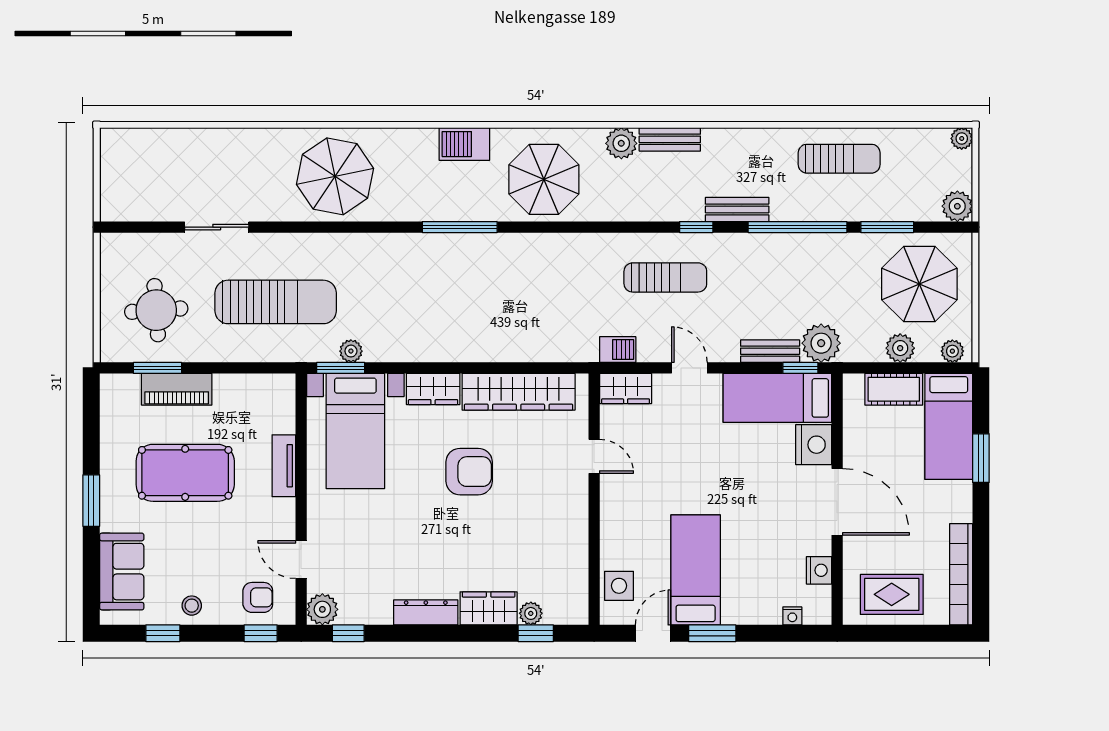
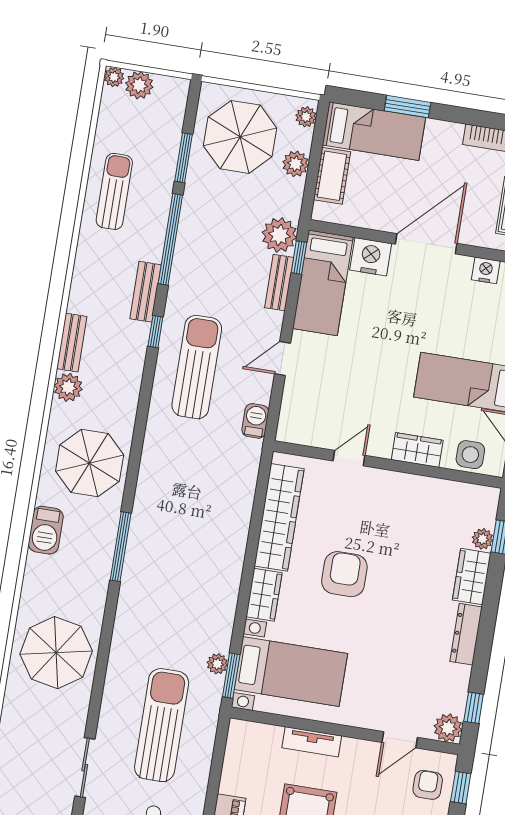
plant: (957, 206) -> (139, 85), moved
sun lounger: (665, 277) -> (197, 367), width x1.36, depth x1.34
wardrobe: (626, 389) -> (417, 450), moved, turned -90

